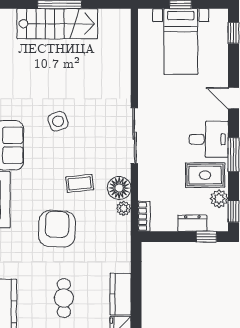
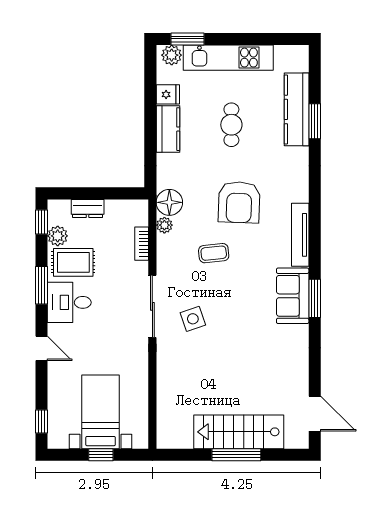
side table: (58, 121) -> (193, 319), moved
floor lamp: (119, 188) -> (169, 202), moved
bookcase: (144, 216) -> (142, 244), moved
window: (206, 237) -> (72, 193), removed

